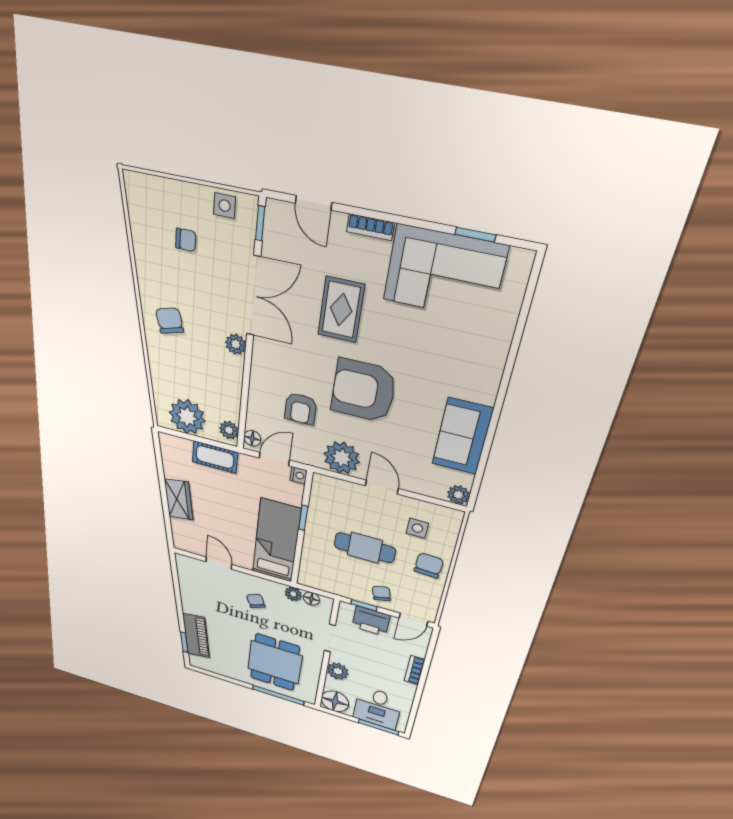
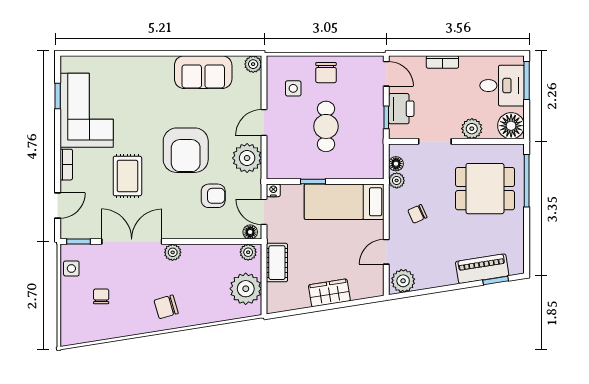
rug: (341, 310) -> (127, 176), turned 90
chair: (429, 565) -> (326, 73), turned -93
plant: (188, 569) -> (403, 281), added
chair: (381, 593) -> (368, 105), removed

